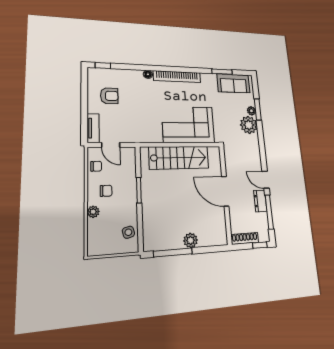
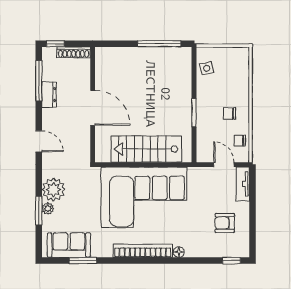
corner sofa: (188, 125) -> (144, 197), width x1.36, depth x1.36
door: (266, 180) -> (39, 141), moved
plant: (93, 212) -> (243, 92), removed
plant: (191, 240) -> (138, 55), removed

